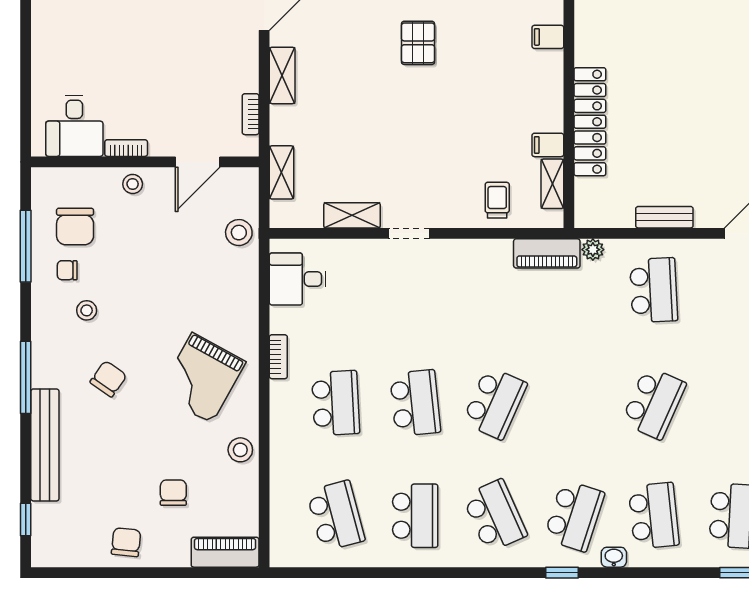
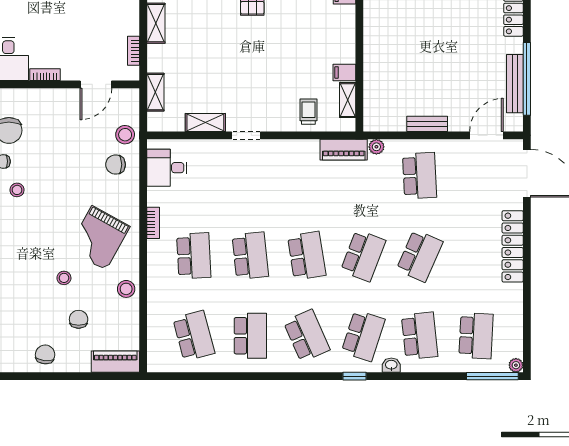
locker: (590, 122) -> (374, 56), removed
stool: (133, 184) -> (64, 278), moved
chair: (108, 379) -> (116, 165), moved, turned -125
school desk: (495, 403) -> (307, 256), turned -33
school desk: (574, 403) -> (363, 256), added

